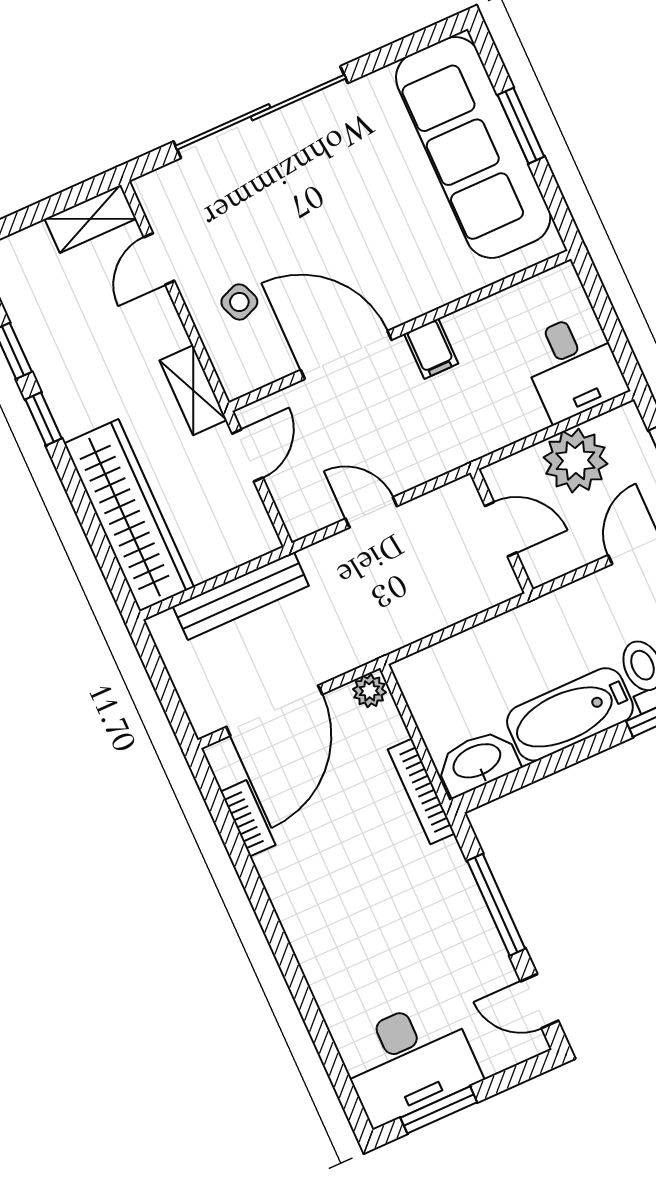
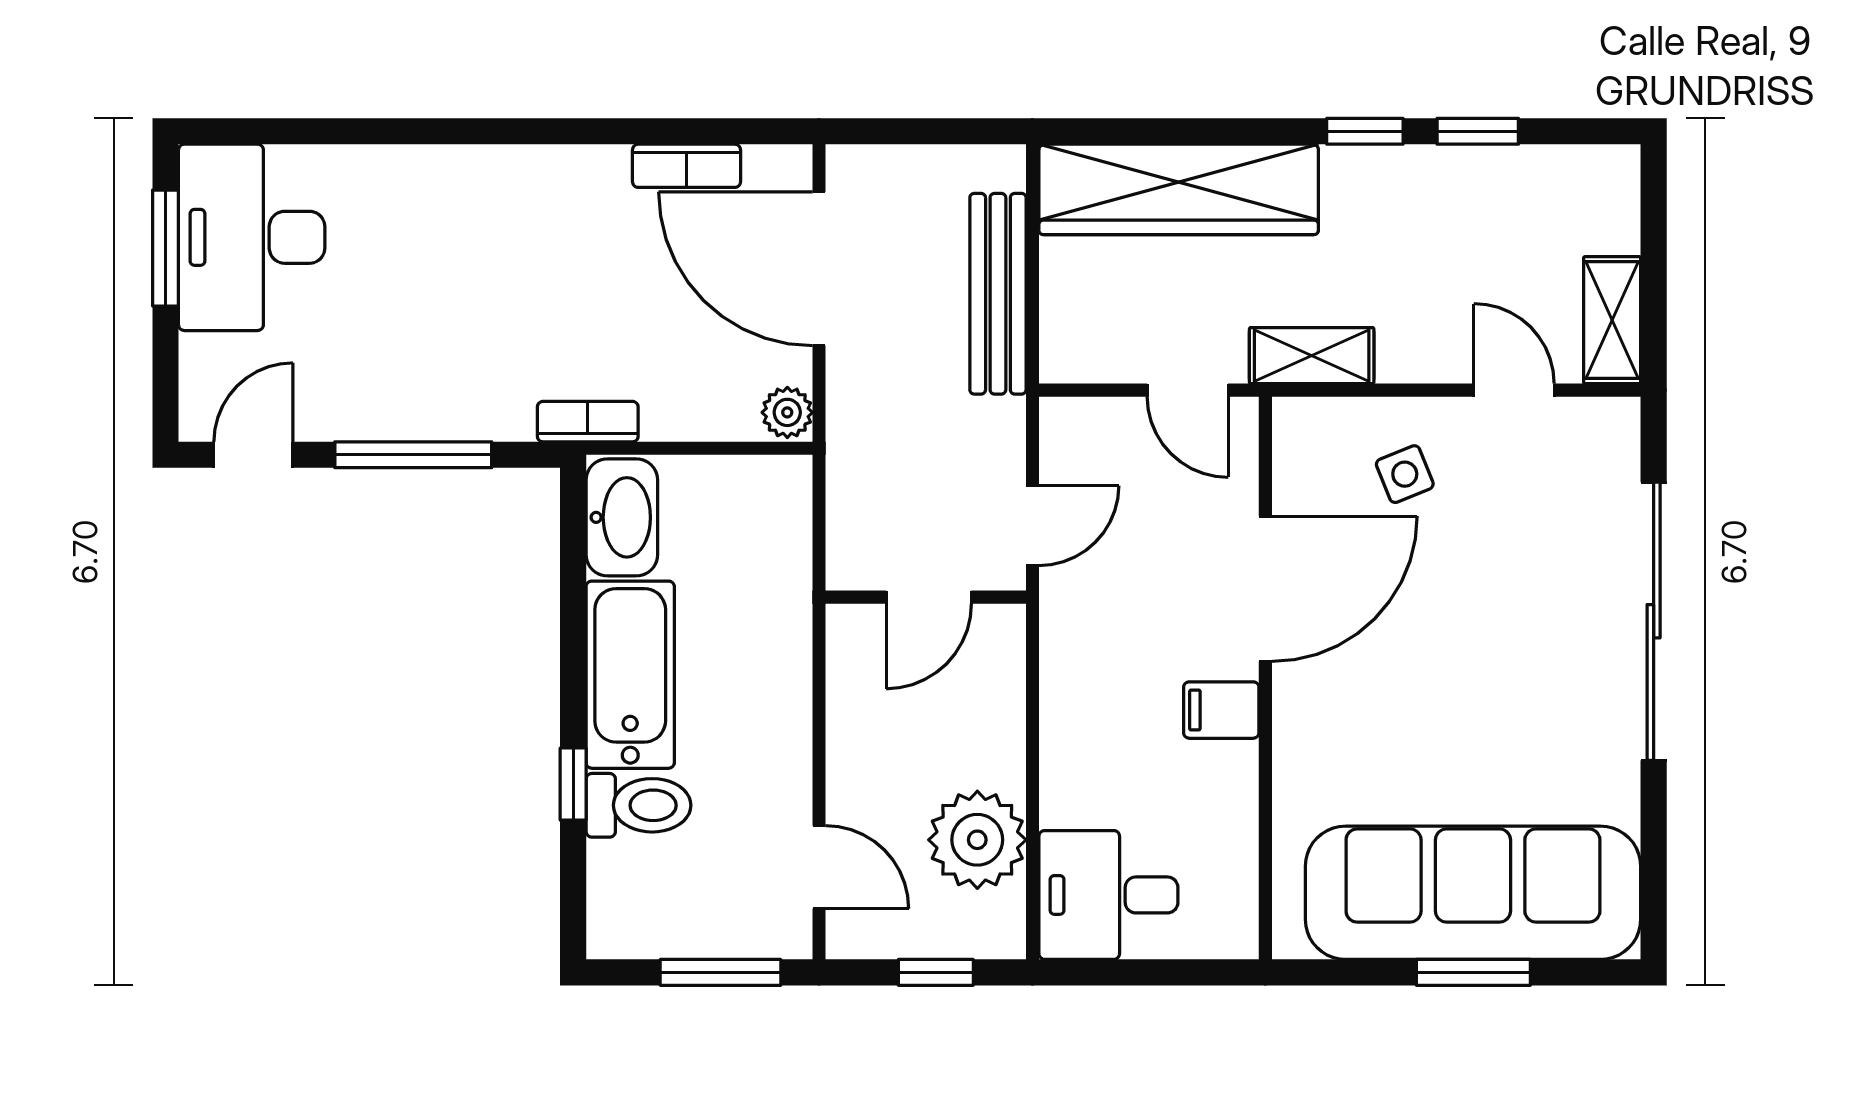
door: (501, 529) -> (929, 597), moved
wall: (502, 531) -> (926, 597), moved
bookcase: (421, 791) -> (588, 422), width x0.64

